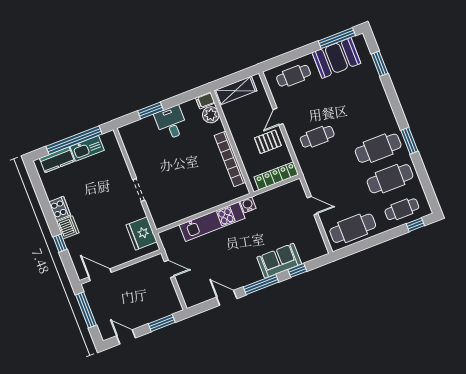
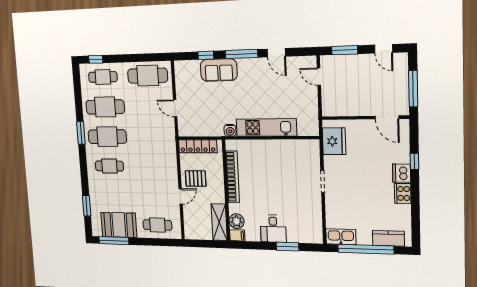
shelving: (235, 91) -> (219, 222), moved, turned 90
cafe table: (317, 137) -> (109, 166), moved
kitchen sink: (87, 148) -> (341, 237), moved
door: (169, 269) -> (319, 77), moved

